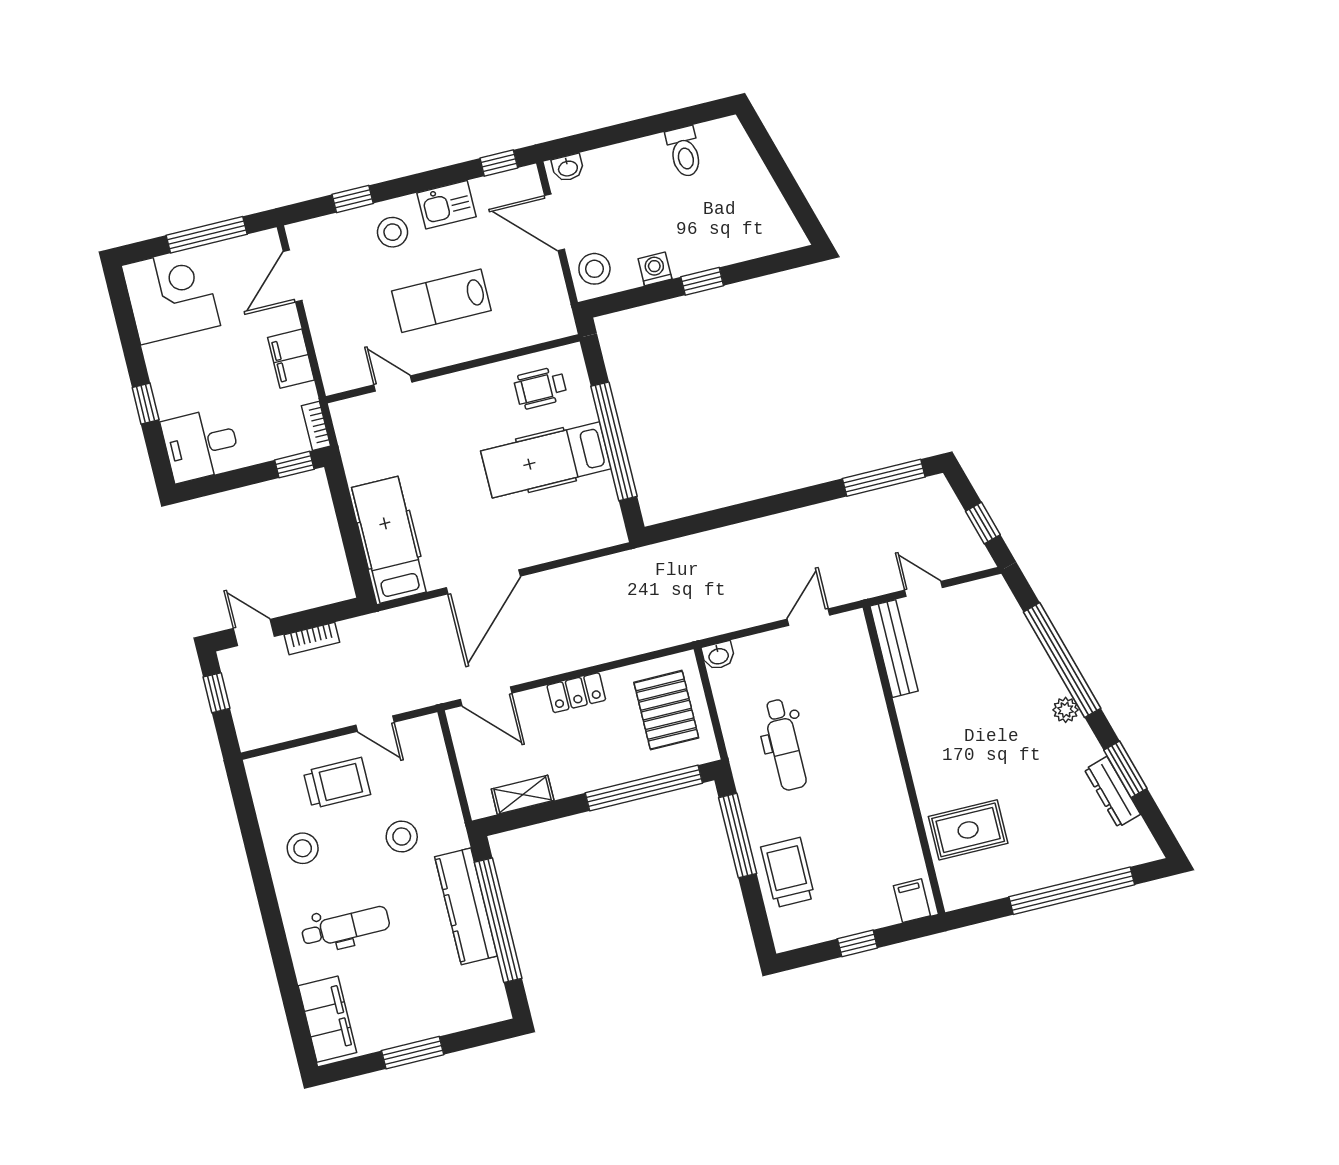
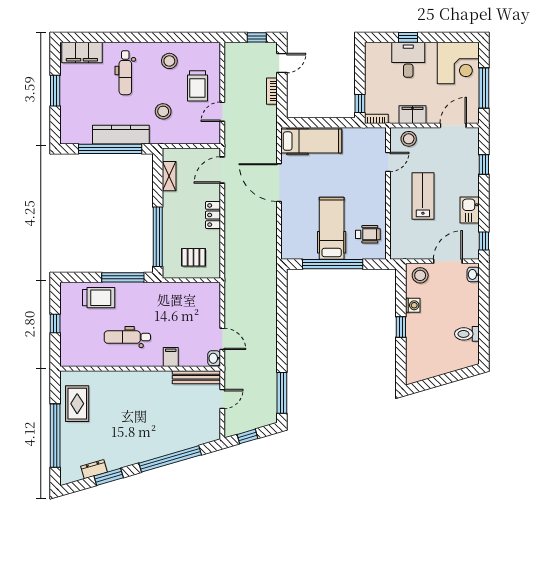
stool: (392, 232) -> (409, 139), moved
door: (293, 276) -> (453, 125), hinge flipped
wheelchair: (540, 388) -> (368, 234), turned 90
desk: (201, 445) -> (408, 60), moved
washbasin: (718, 656) -> (214, 358), moved
pallet: (666, 710) -> (193, 257), width x0.67, depth x0.71
plant: (1066, 710) -> (145, 455), removed
dental chair: (785, 745) -> (127, 337), moved
dresser: (1112, 792) -> (94, 469), width x0.70
rug: (968, 830) -> (77, 404), moved
filing cabinet: (912, 901) -> (171, 357), moved, turned -90

